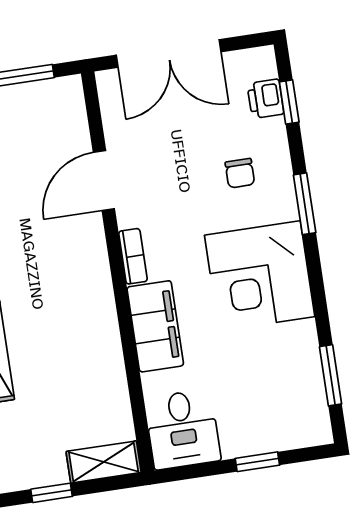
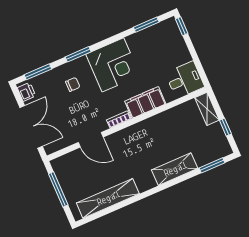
printer: (266, 99) -> (27, 92), moved, turned -90
window: (289, 102) -> (38, 72), width x1.50
window: (257, 462) -> (182, 26), moved

